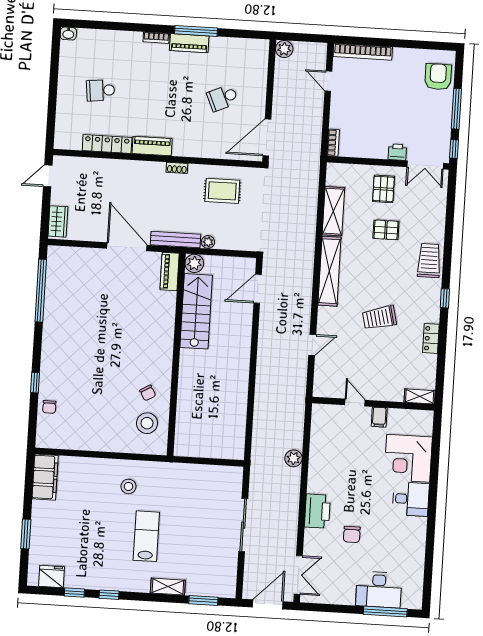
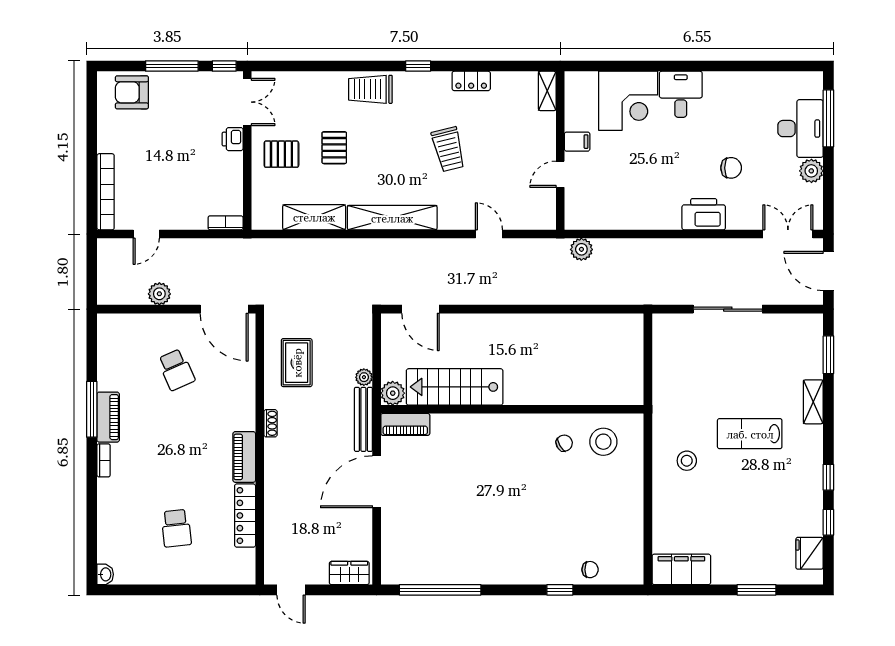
plant: (284, 49) -> (159, 294), moved
plant: (294, 458) -> (581, 249), moved
plant: (346, 596) -> (811, 171), added

